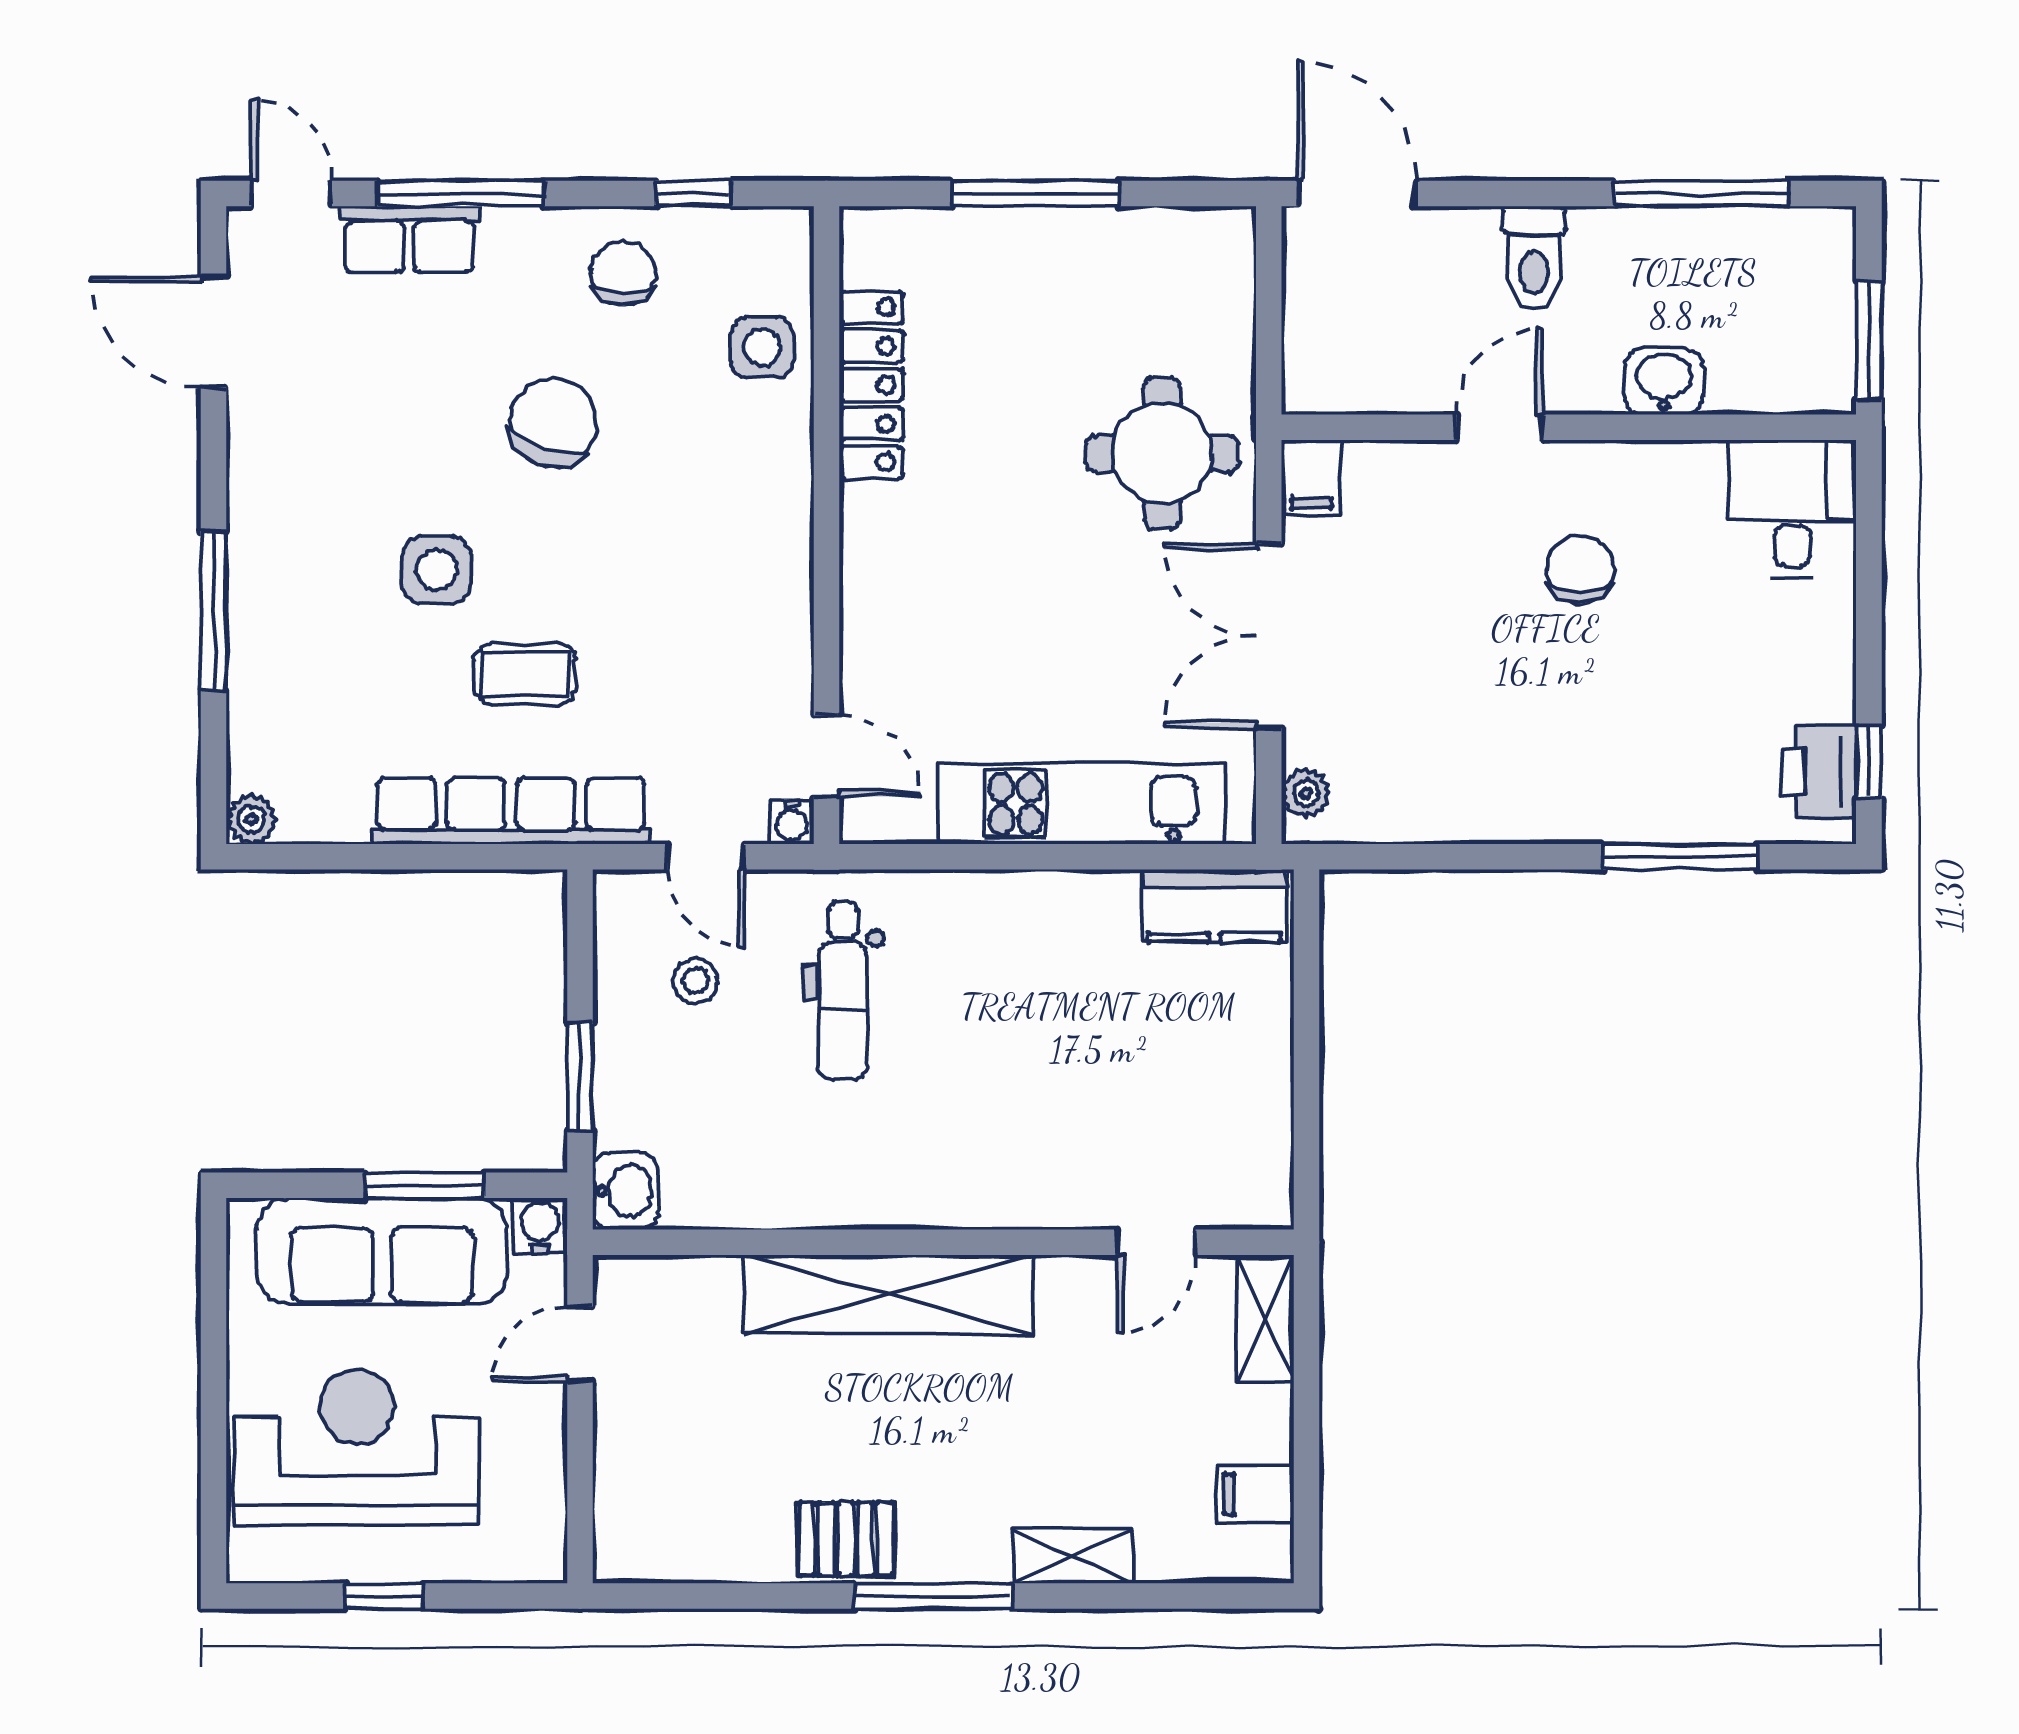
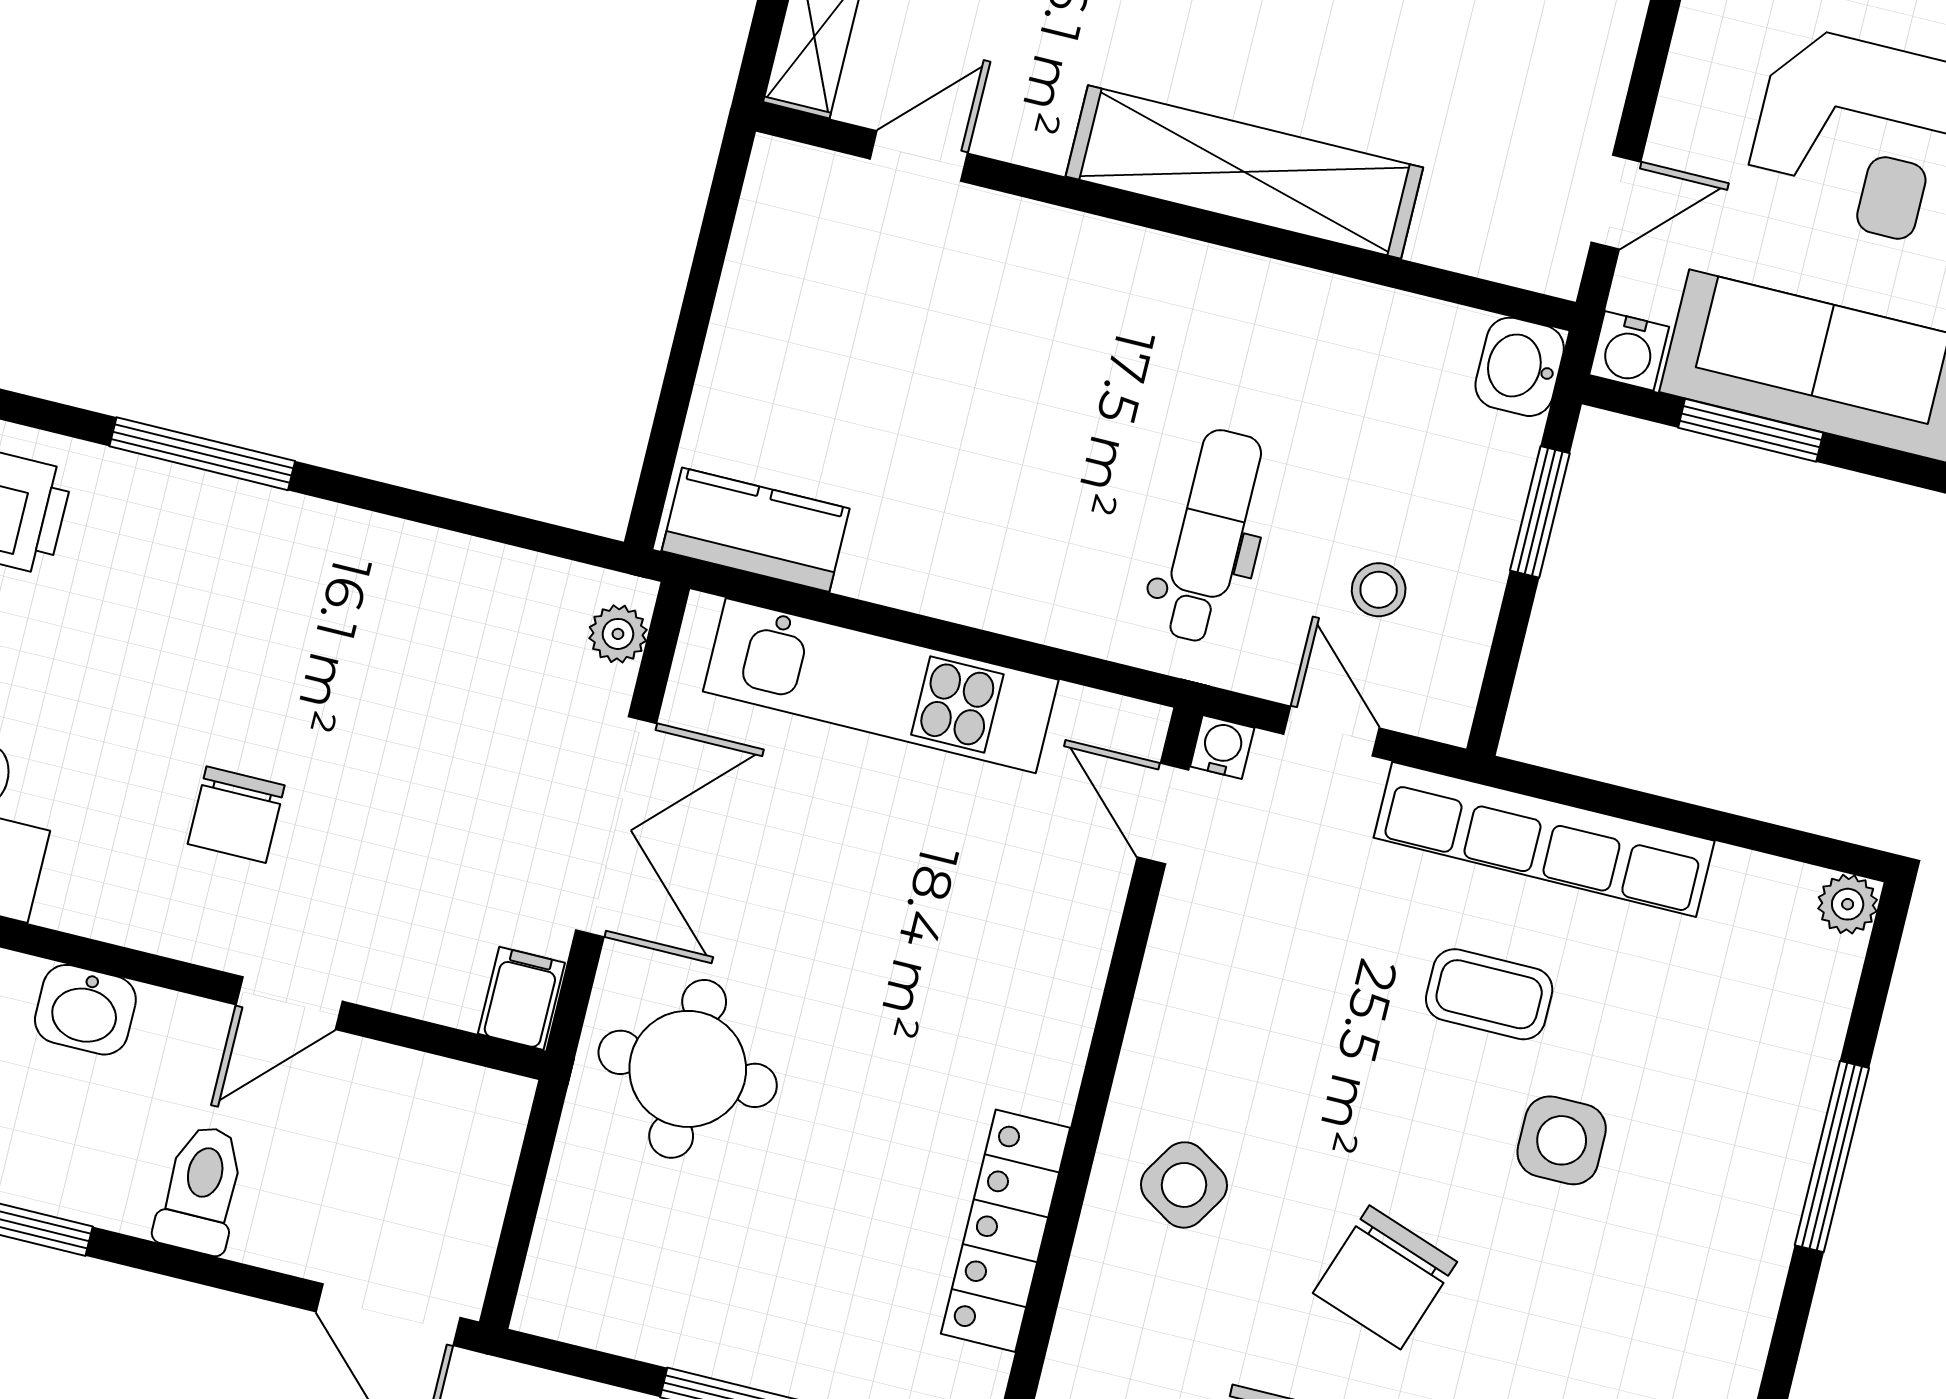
side table: (762, 347) -> (1184, 1185), moved, turned 32

